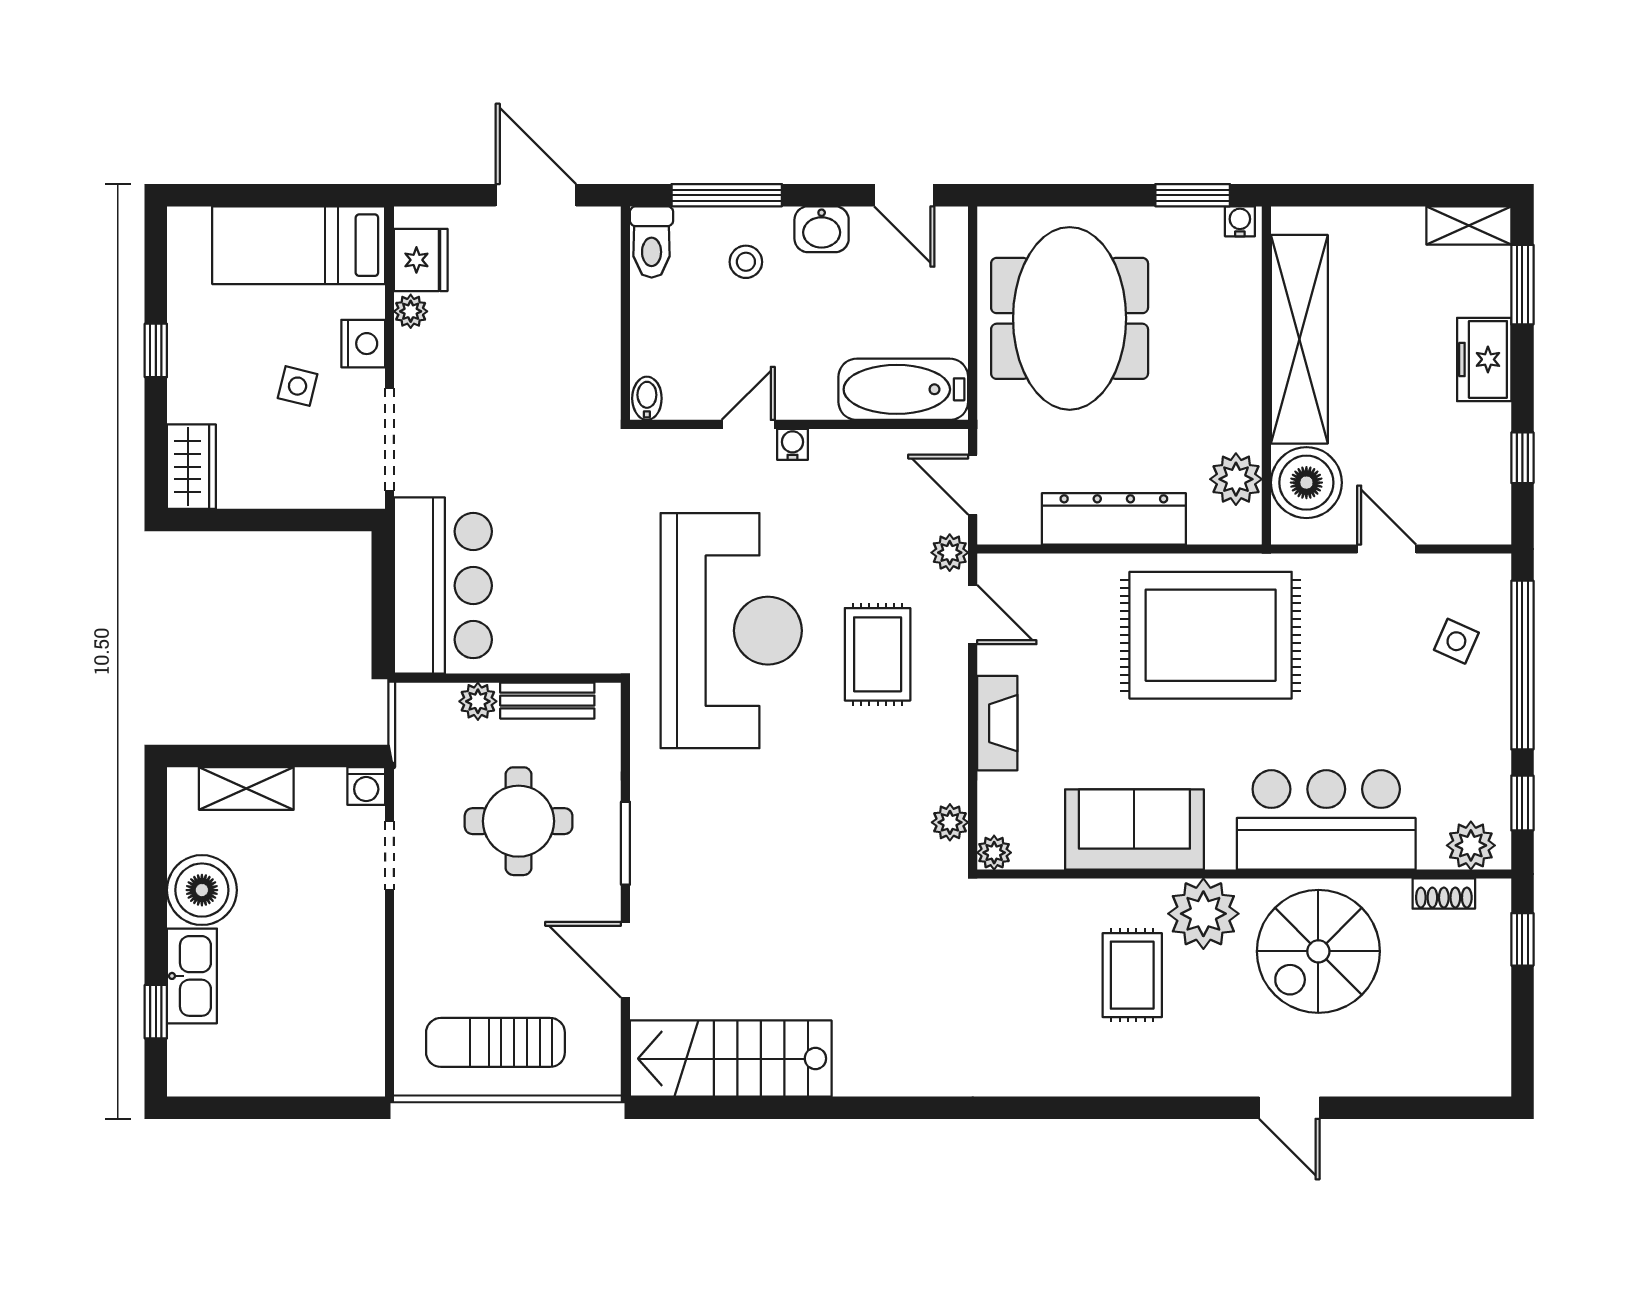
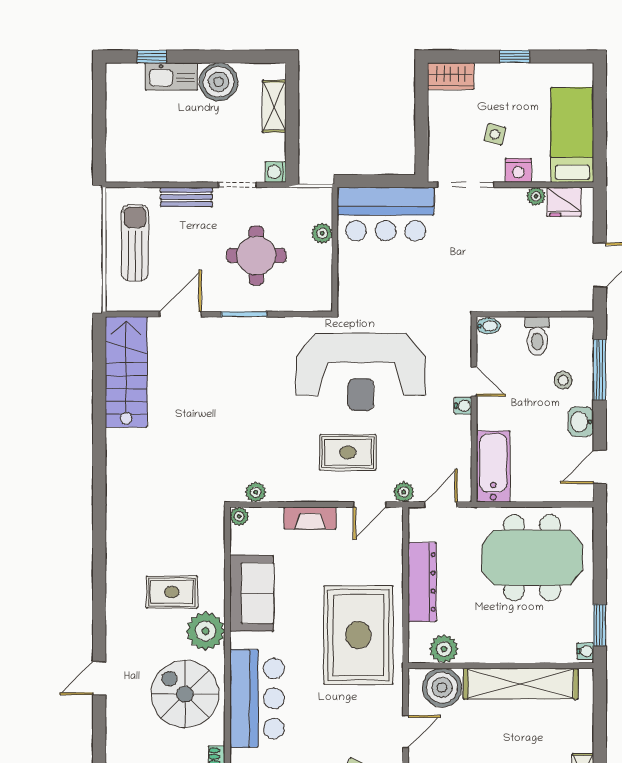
toilet: (652, 242) -> (537, 336), moved, turned -90
bench: (547, 701) -> (186, 197), moved, turned 90

